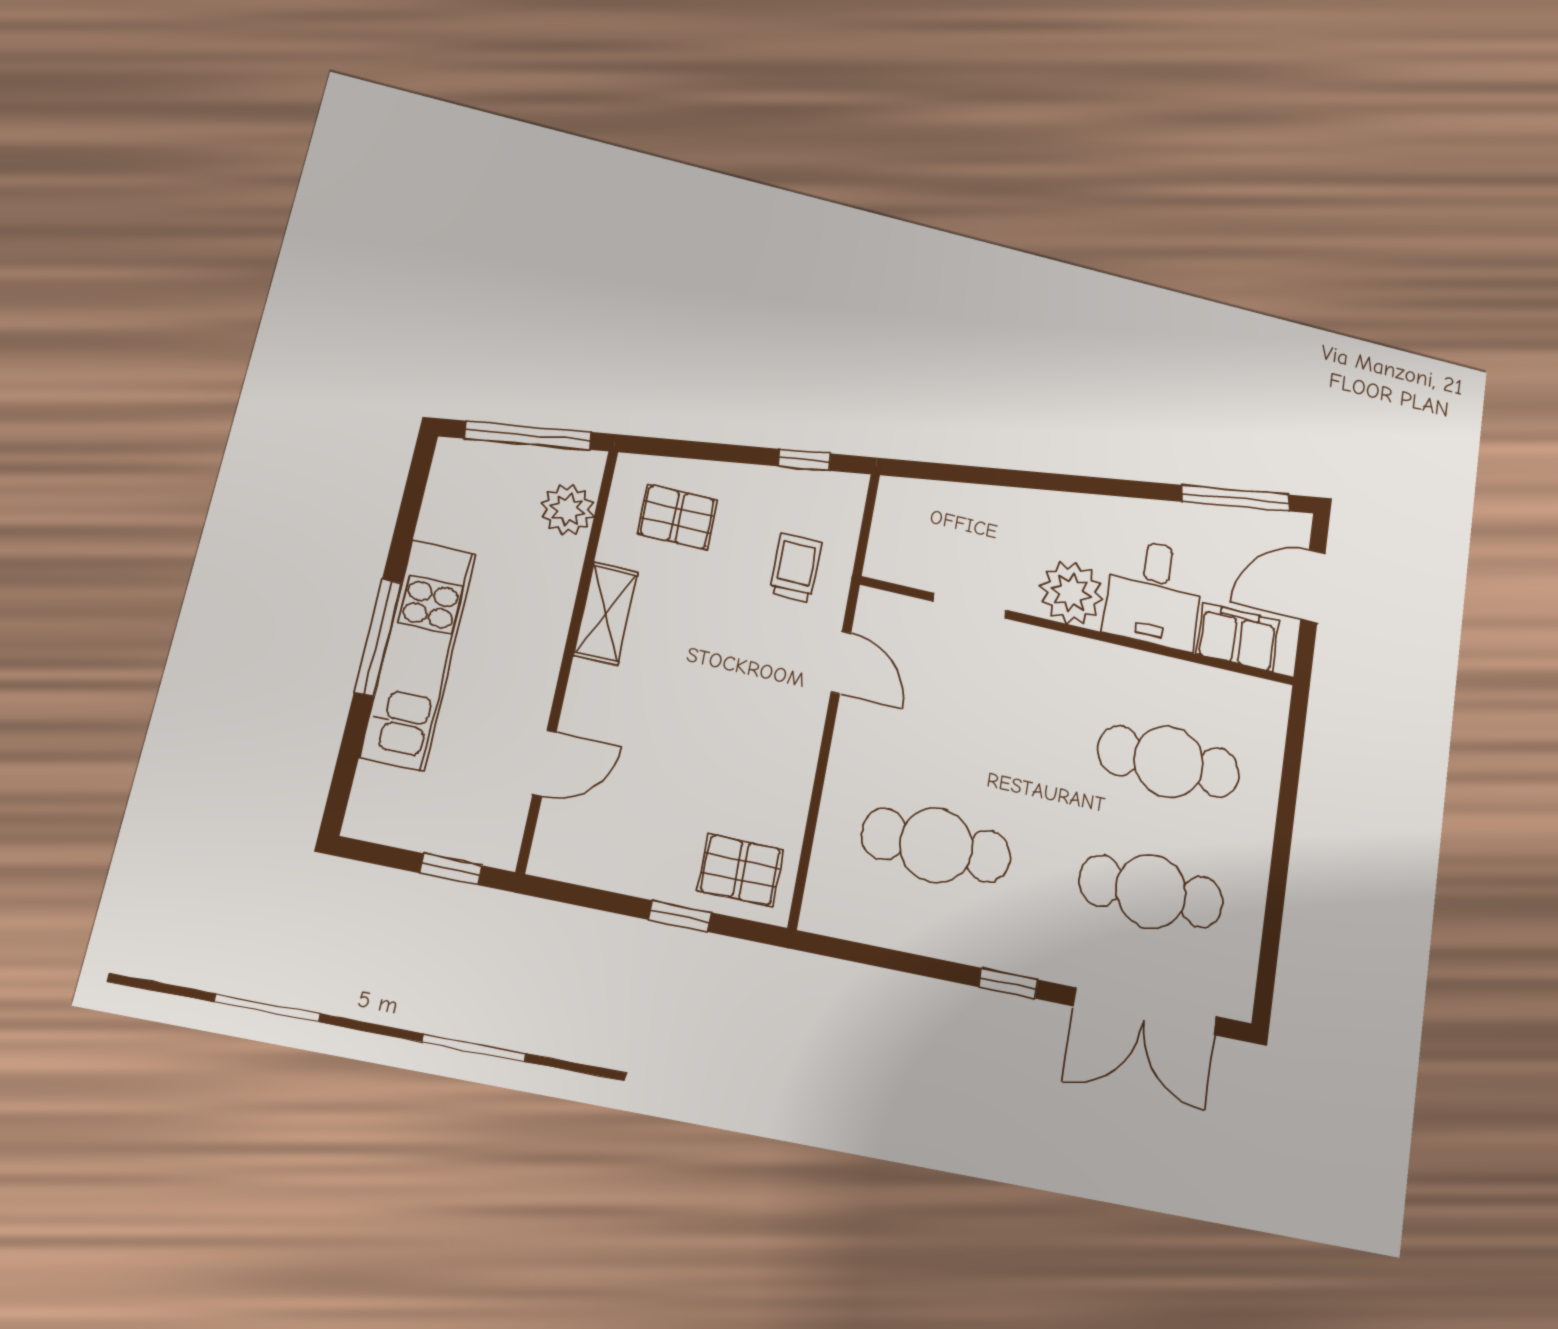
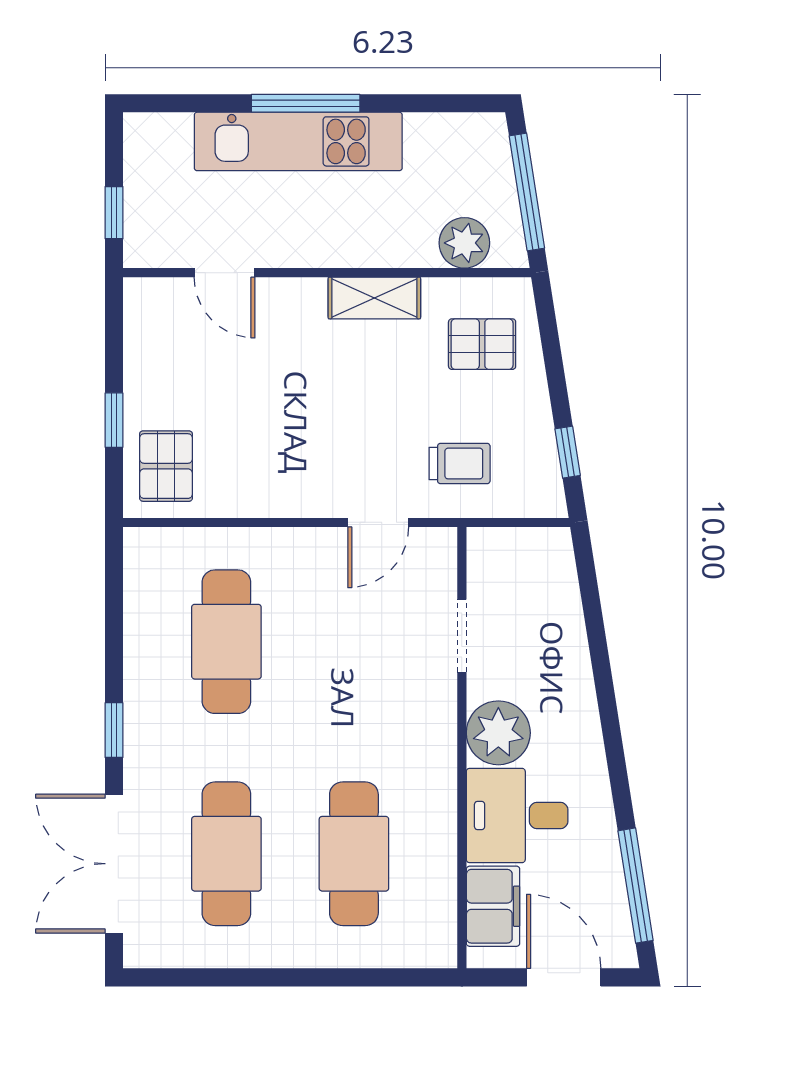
pallet: (677, 517) -> (482, 344), turned 90

